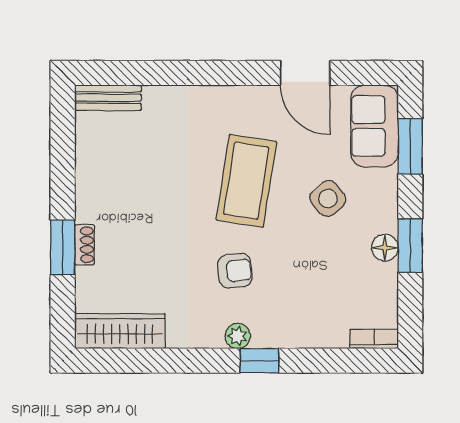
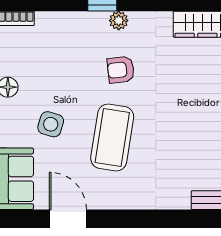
side table: (328, 198) -> (51, 124), turned -32

